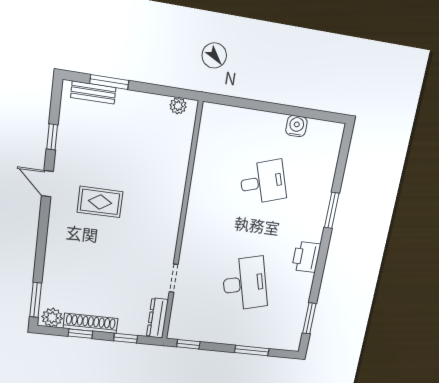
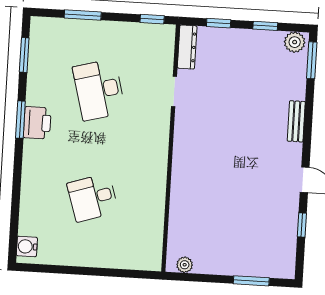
bench: (93, 92) -> (296, 121), moved, turned 90
water cooler: (296, 126) -> (27, 247), moved, turned 90
rug: (100, 202) -> (253, 166), removed
window: (332, 210) -> (20, 120), moved
shoe rack: (91, 323) -> (256, 38), removed

